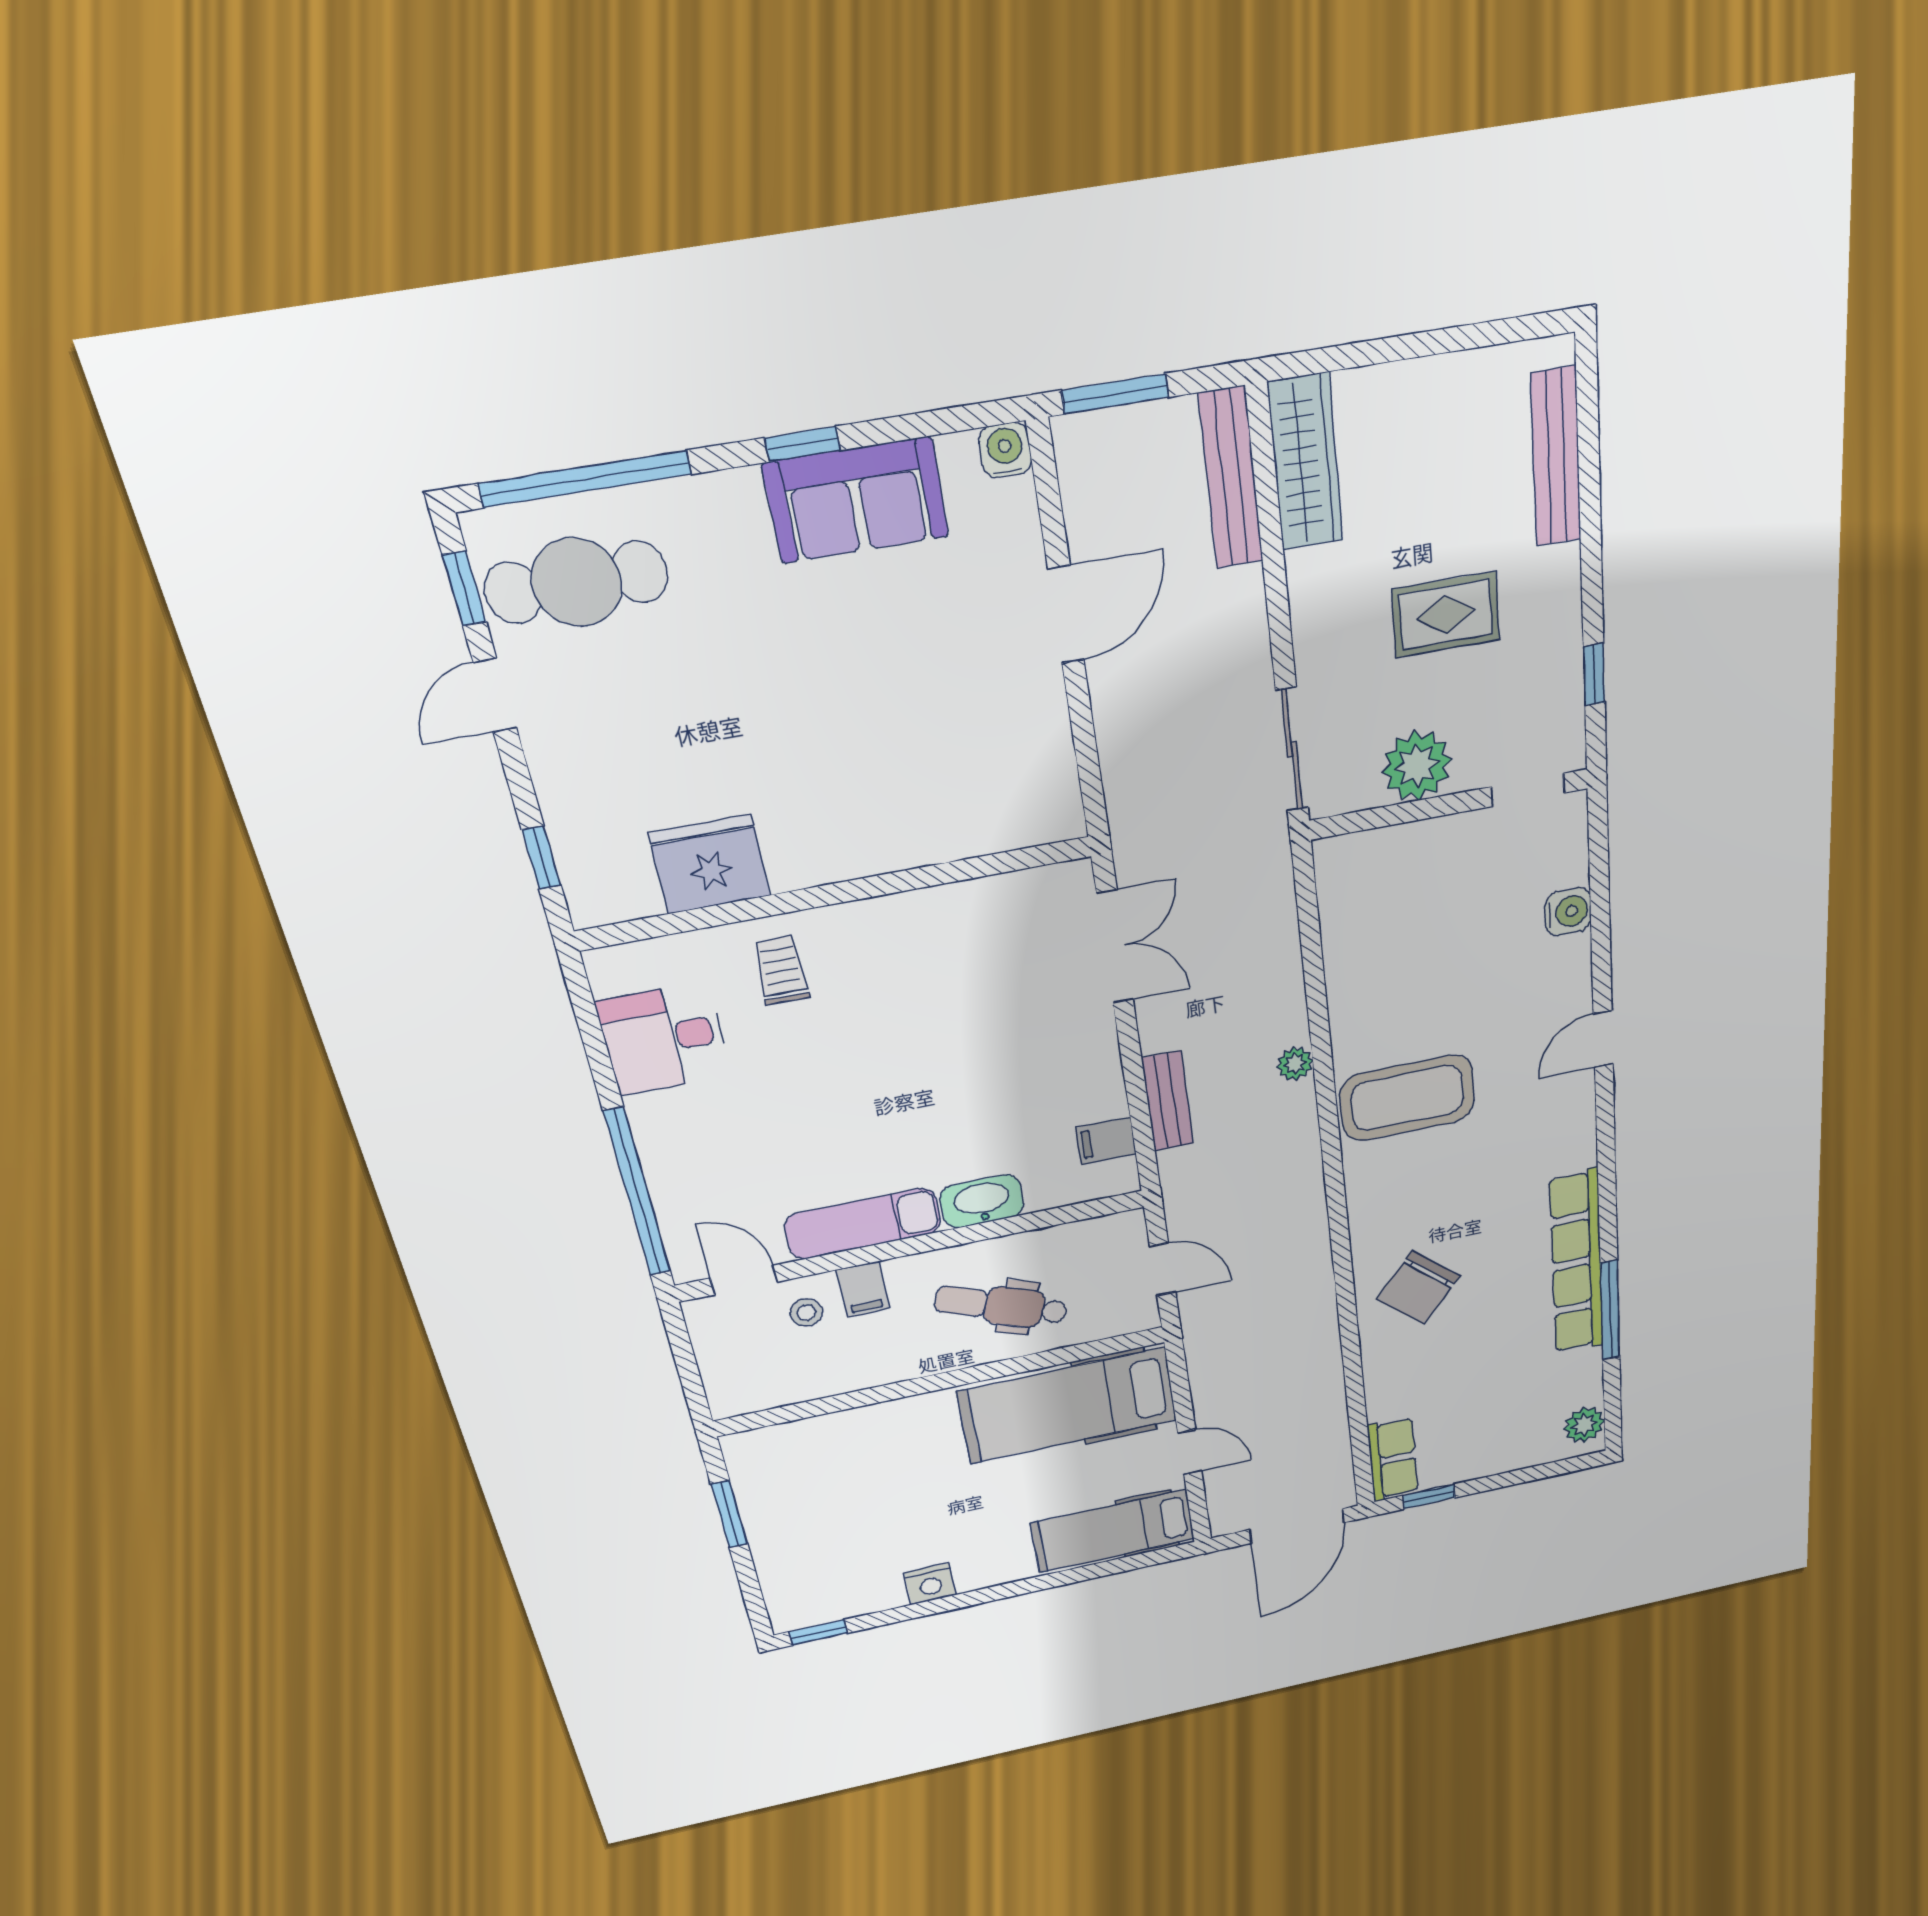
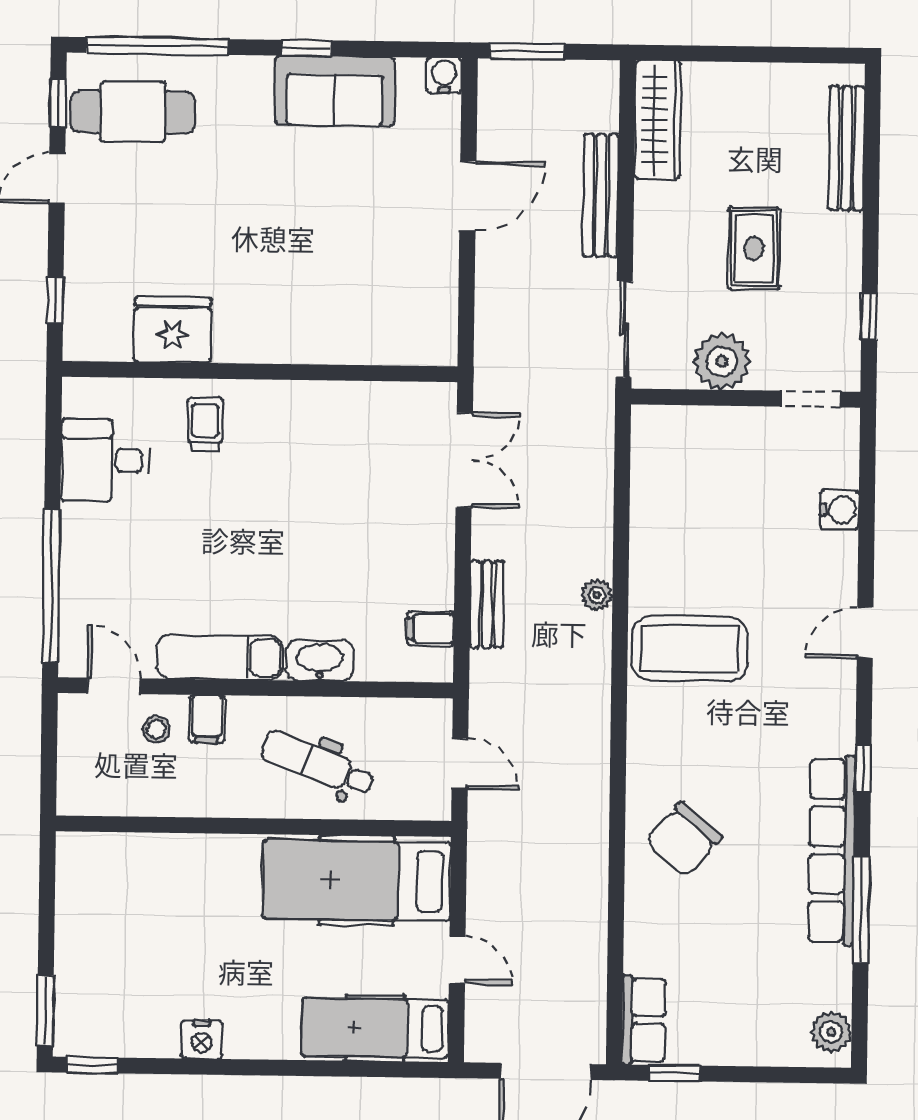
bench: (1231, 478) -> (601, 195), moved
rug: (1446, 615) -> (754, 248), turned 90
window: (1607, 1177) -> (863, 768), added
window: (729, 1514) -> (45, 1011), moved

